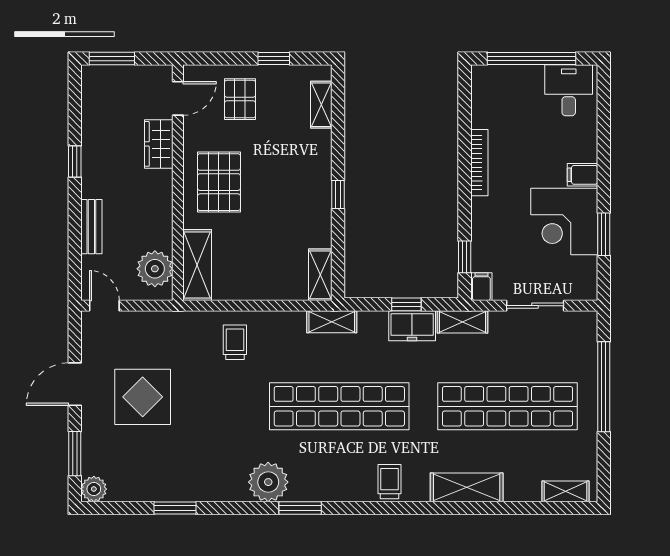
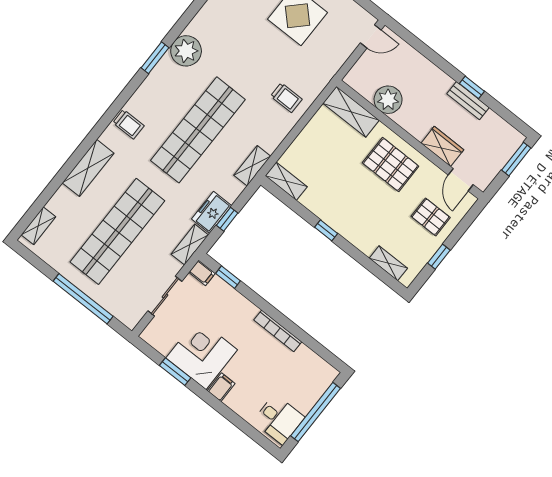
bench: (91, 227) -> (468, 101), moved
plant: (155, 269) -> (388, 100), moved

